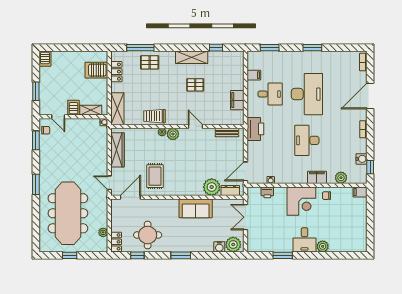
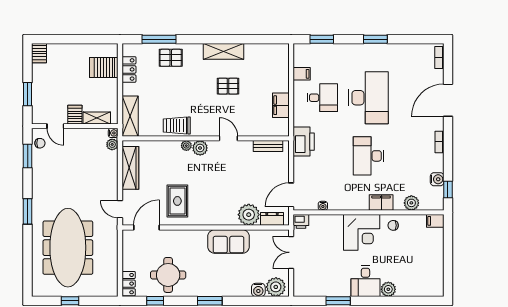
window: (216, 48) -> (254, 39), removed
printer: (267, 192) -> (301, 221), moved
plant: (103, 232) -> (112, 144), moved

